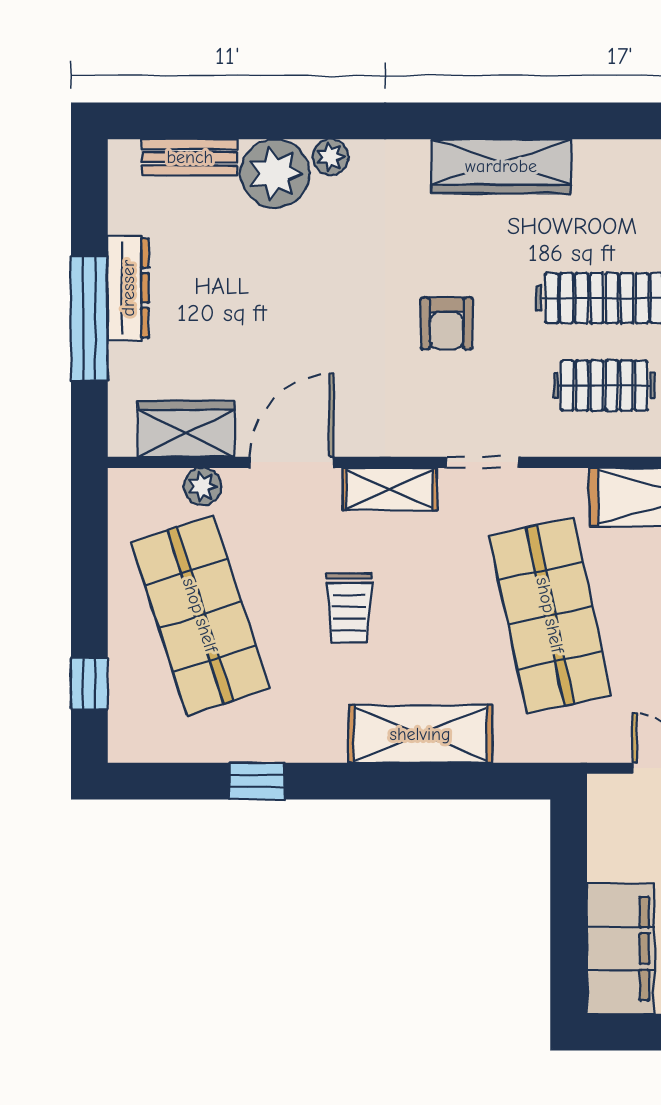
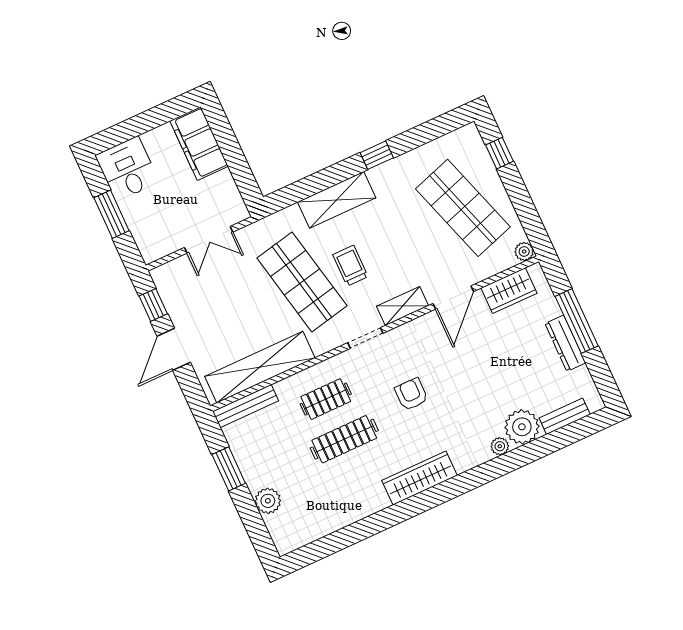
plant: (203, 487) -> (524, 251), moved
trolley: (349, 608) -> (350, 266), moved
window: (257, 781) -> (377, 155), moved

